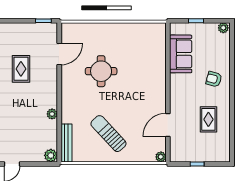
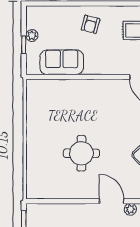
plant: (223, 28) -> (32, 35), moved
door: (59, 54) -> (112, 201), moved

